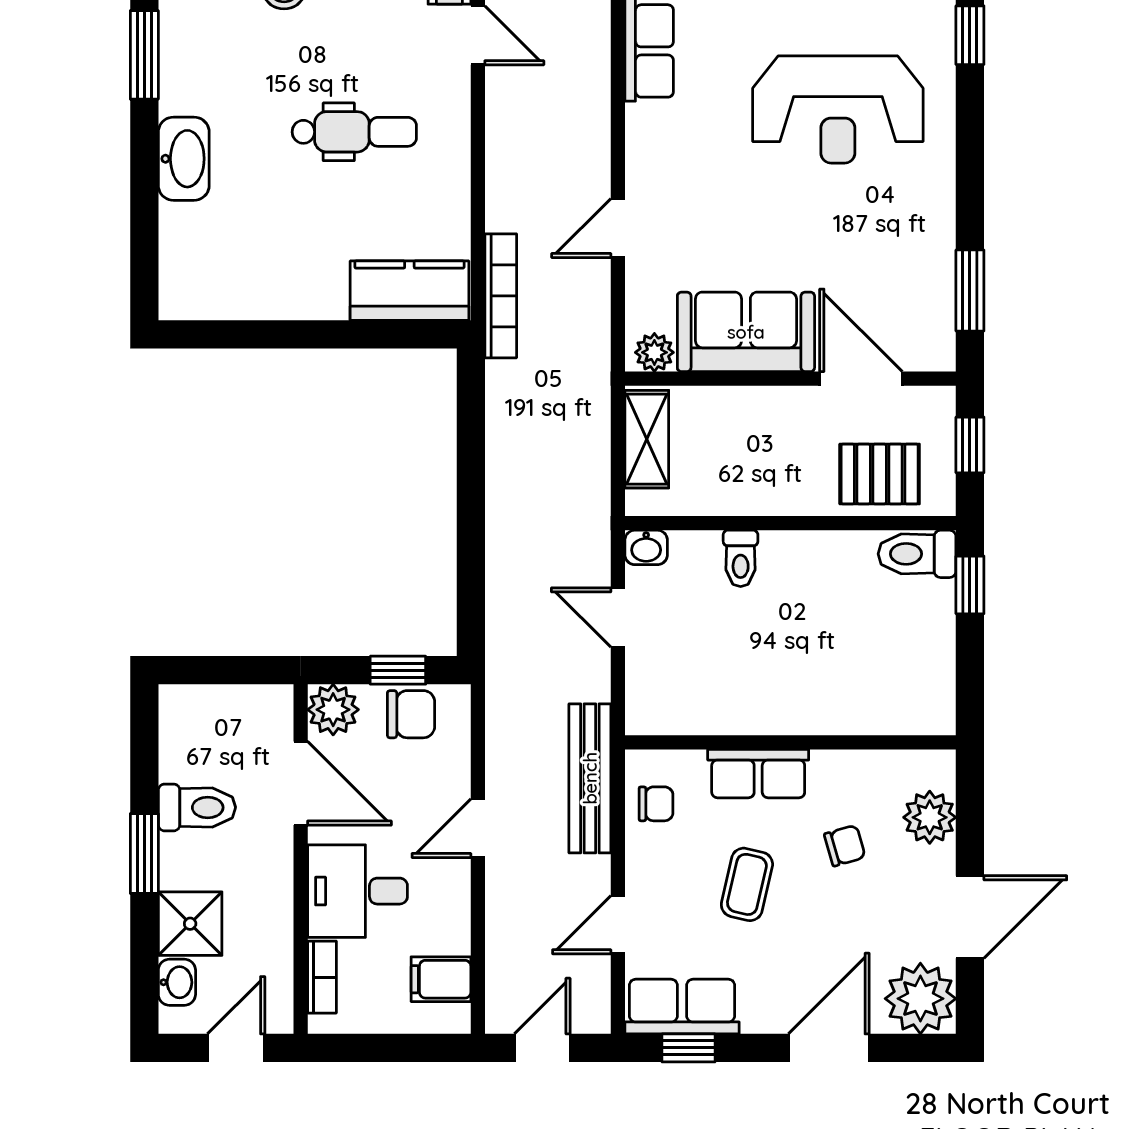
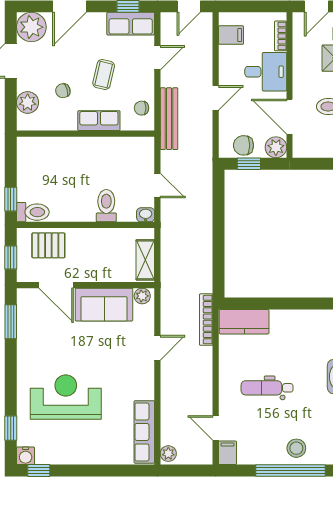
toilet: (741, 558) -> (106, 206), width x1.37, depth x1.39

